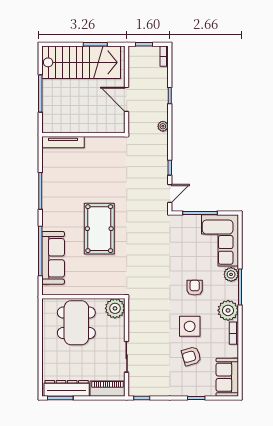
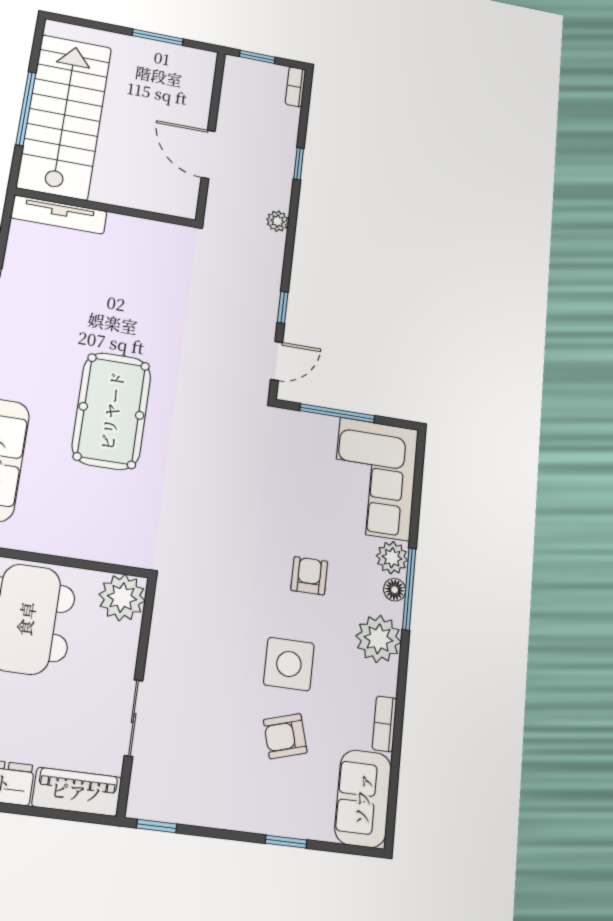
stairs: (81, 62) -> (64, 117), moved, turned -90
floor lamp: (233, 288) -> (395, 590), added
bookcase: (234, 333) -> (385, 724), moved

